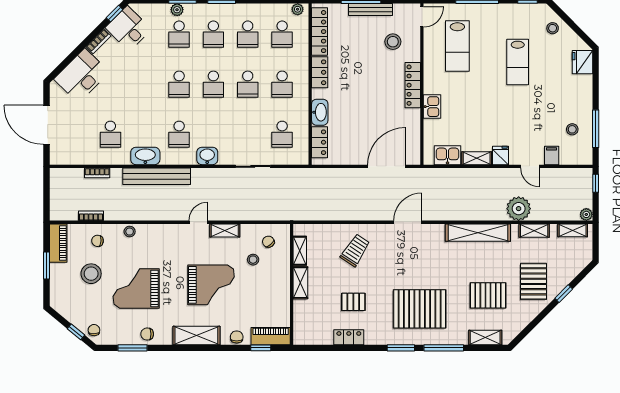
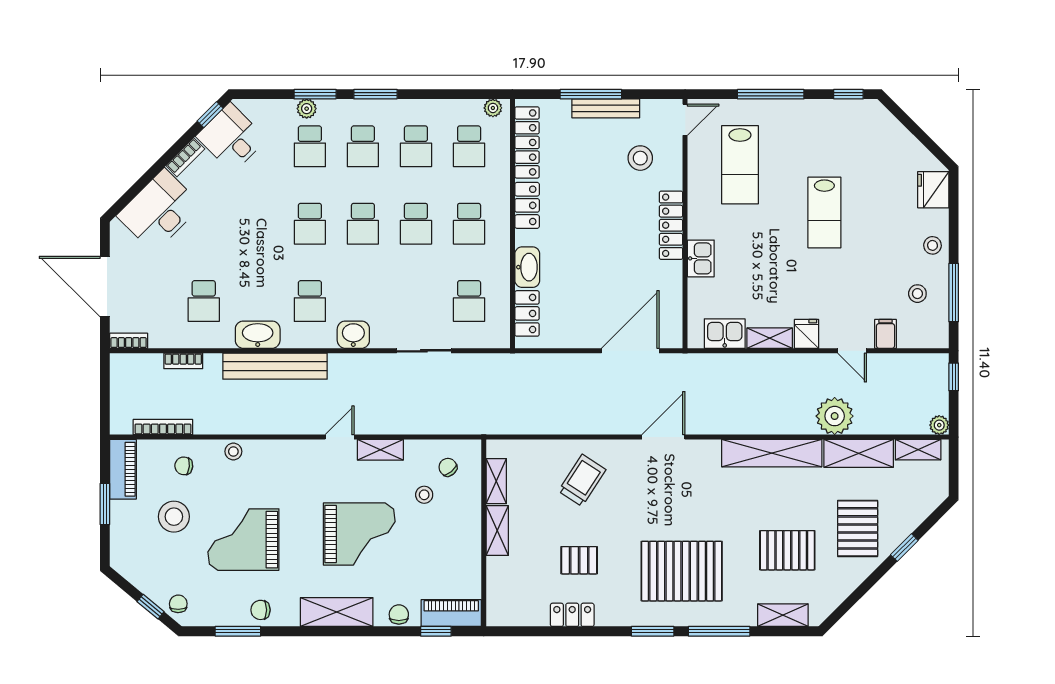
stool: (553, 28) -> (933, 245), moved
lab bench: (518, 62) -> (824, 212), moved
bookcase: (62, 160) -> (129, 341), added
bookcase: (91, 216) -> (163, 427), width x1.56
shelving: (534, 231) -> (859, 453), width x1.50, depth x1.33

